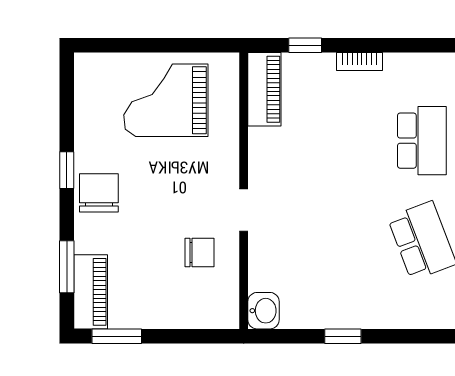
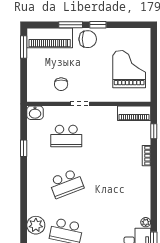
school desk: (422, 141) -> (66, 136), moved
window: (67, 267) -> (71, 25), moved
piano: (91, 292) -> (50, 38), width x1.37, depth x1.33

